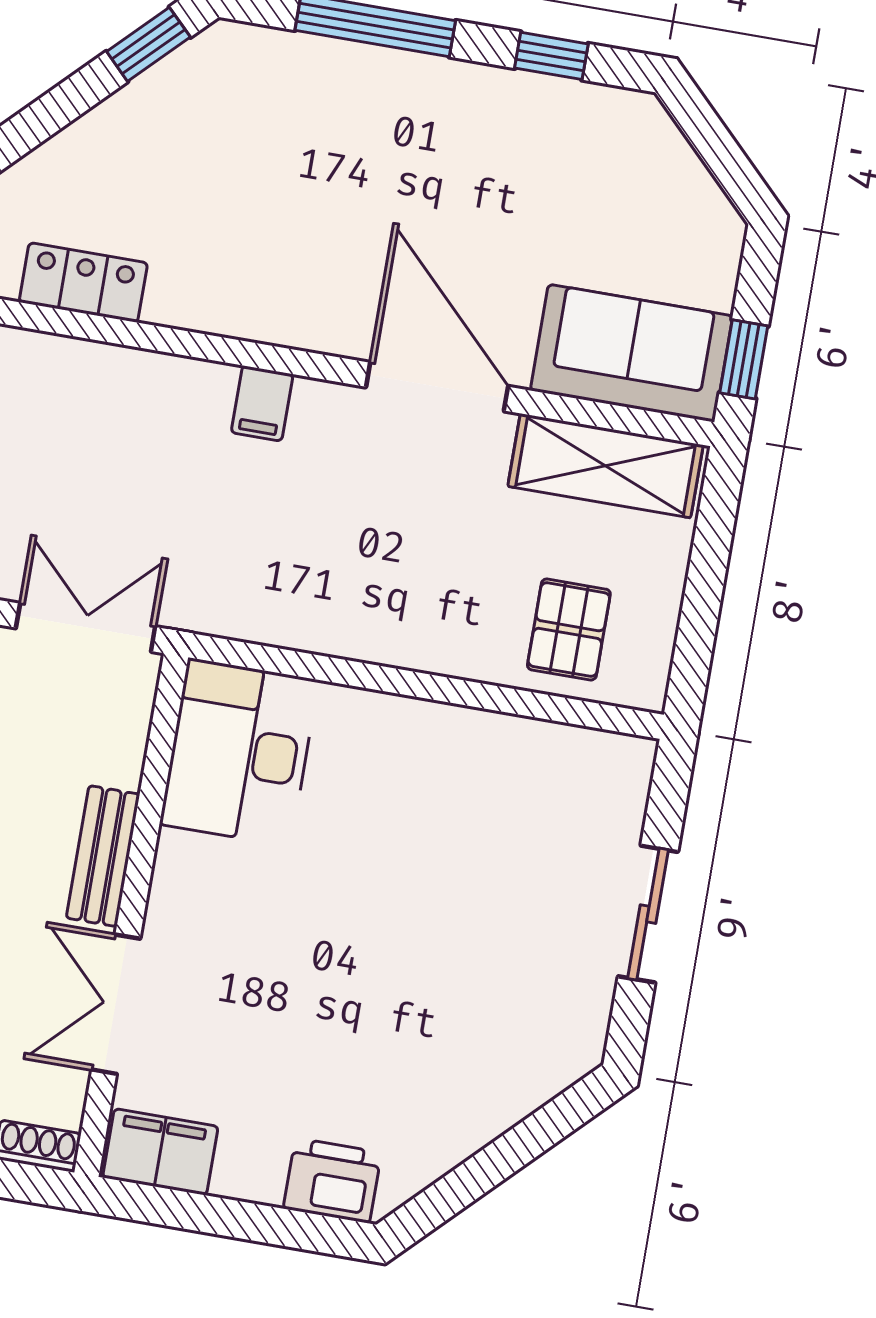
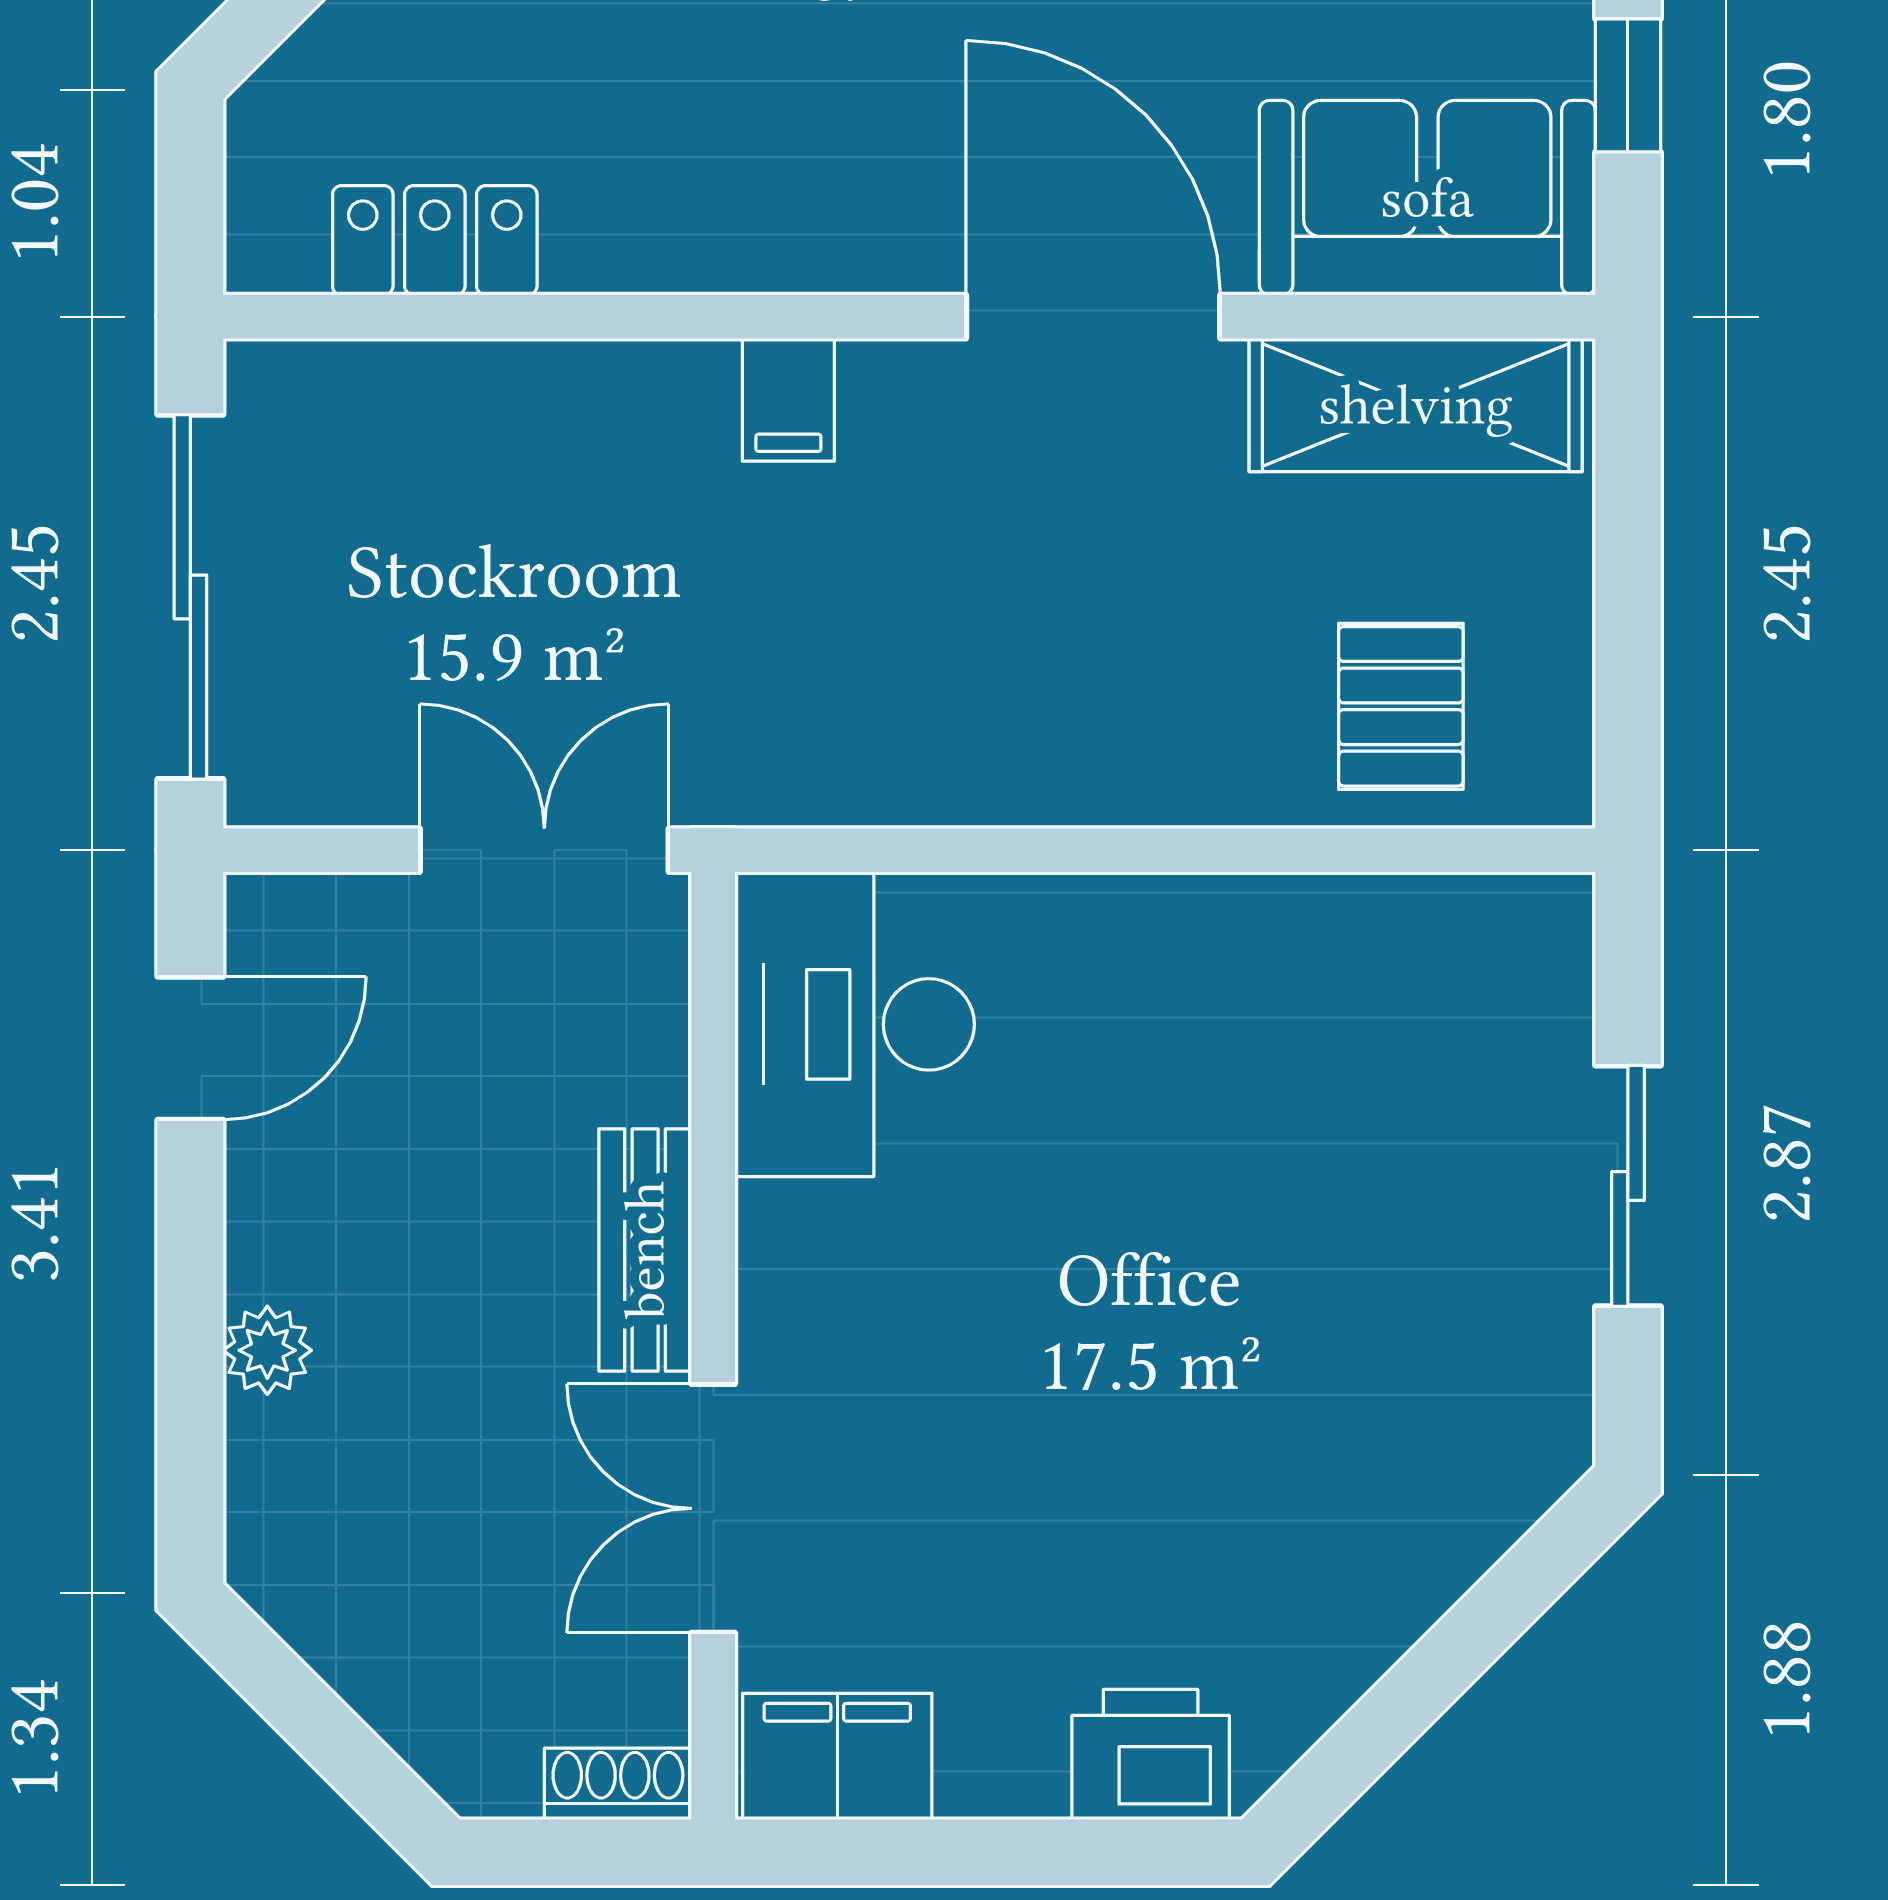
window: (744, 359) -> (1628, 85), moved

